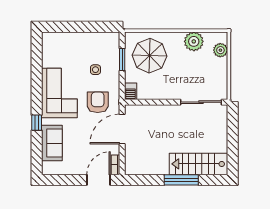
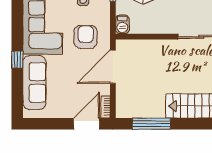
sofa: (52, 143) -> (34, 82), width x1.36
window: (181, 180) -> (151, 124), moved

